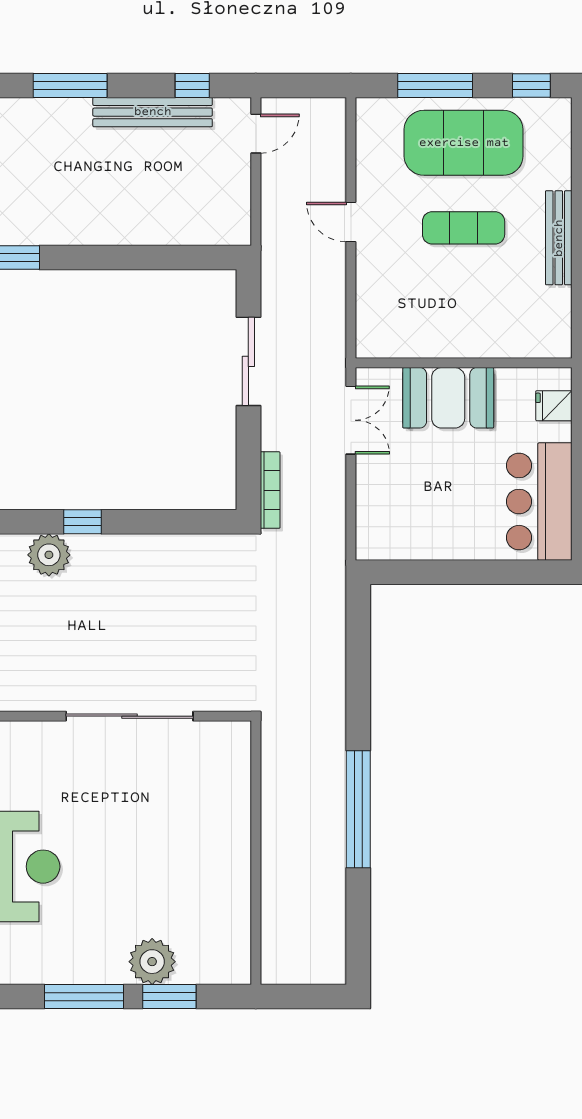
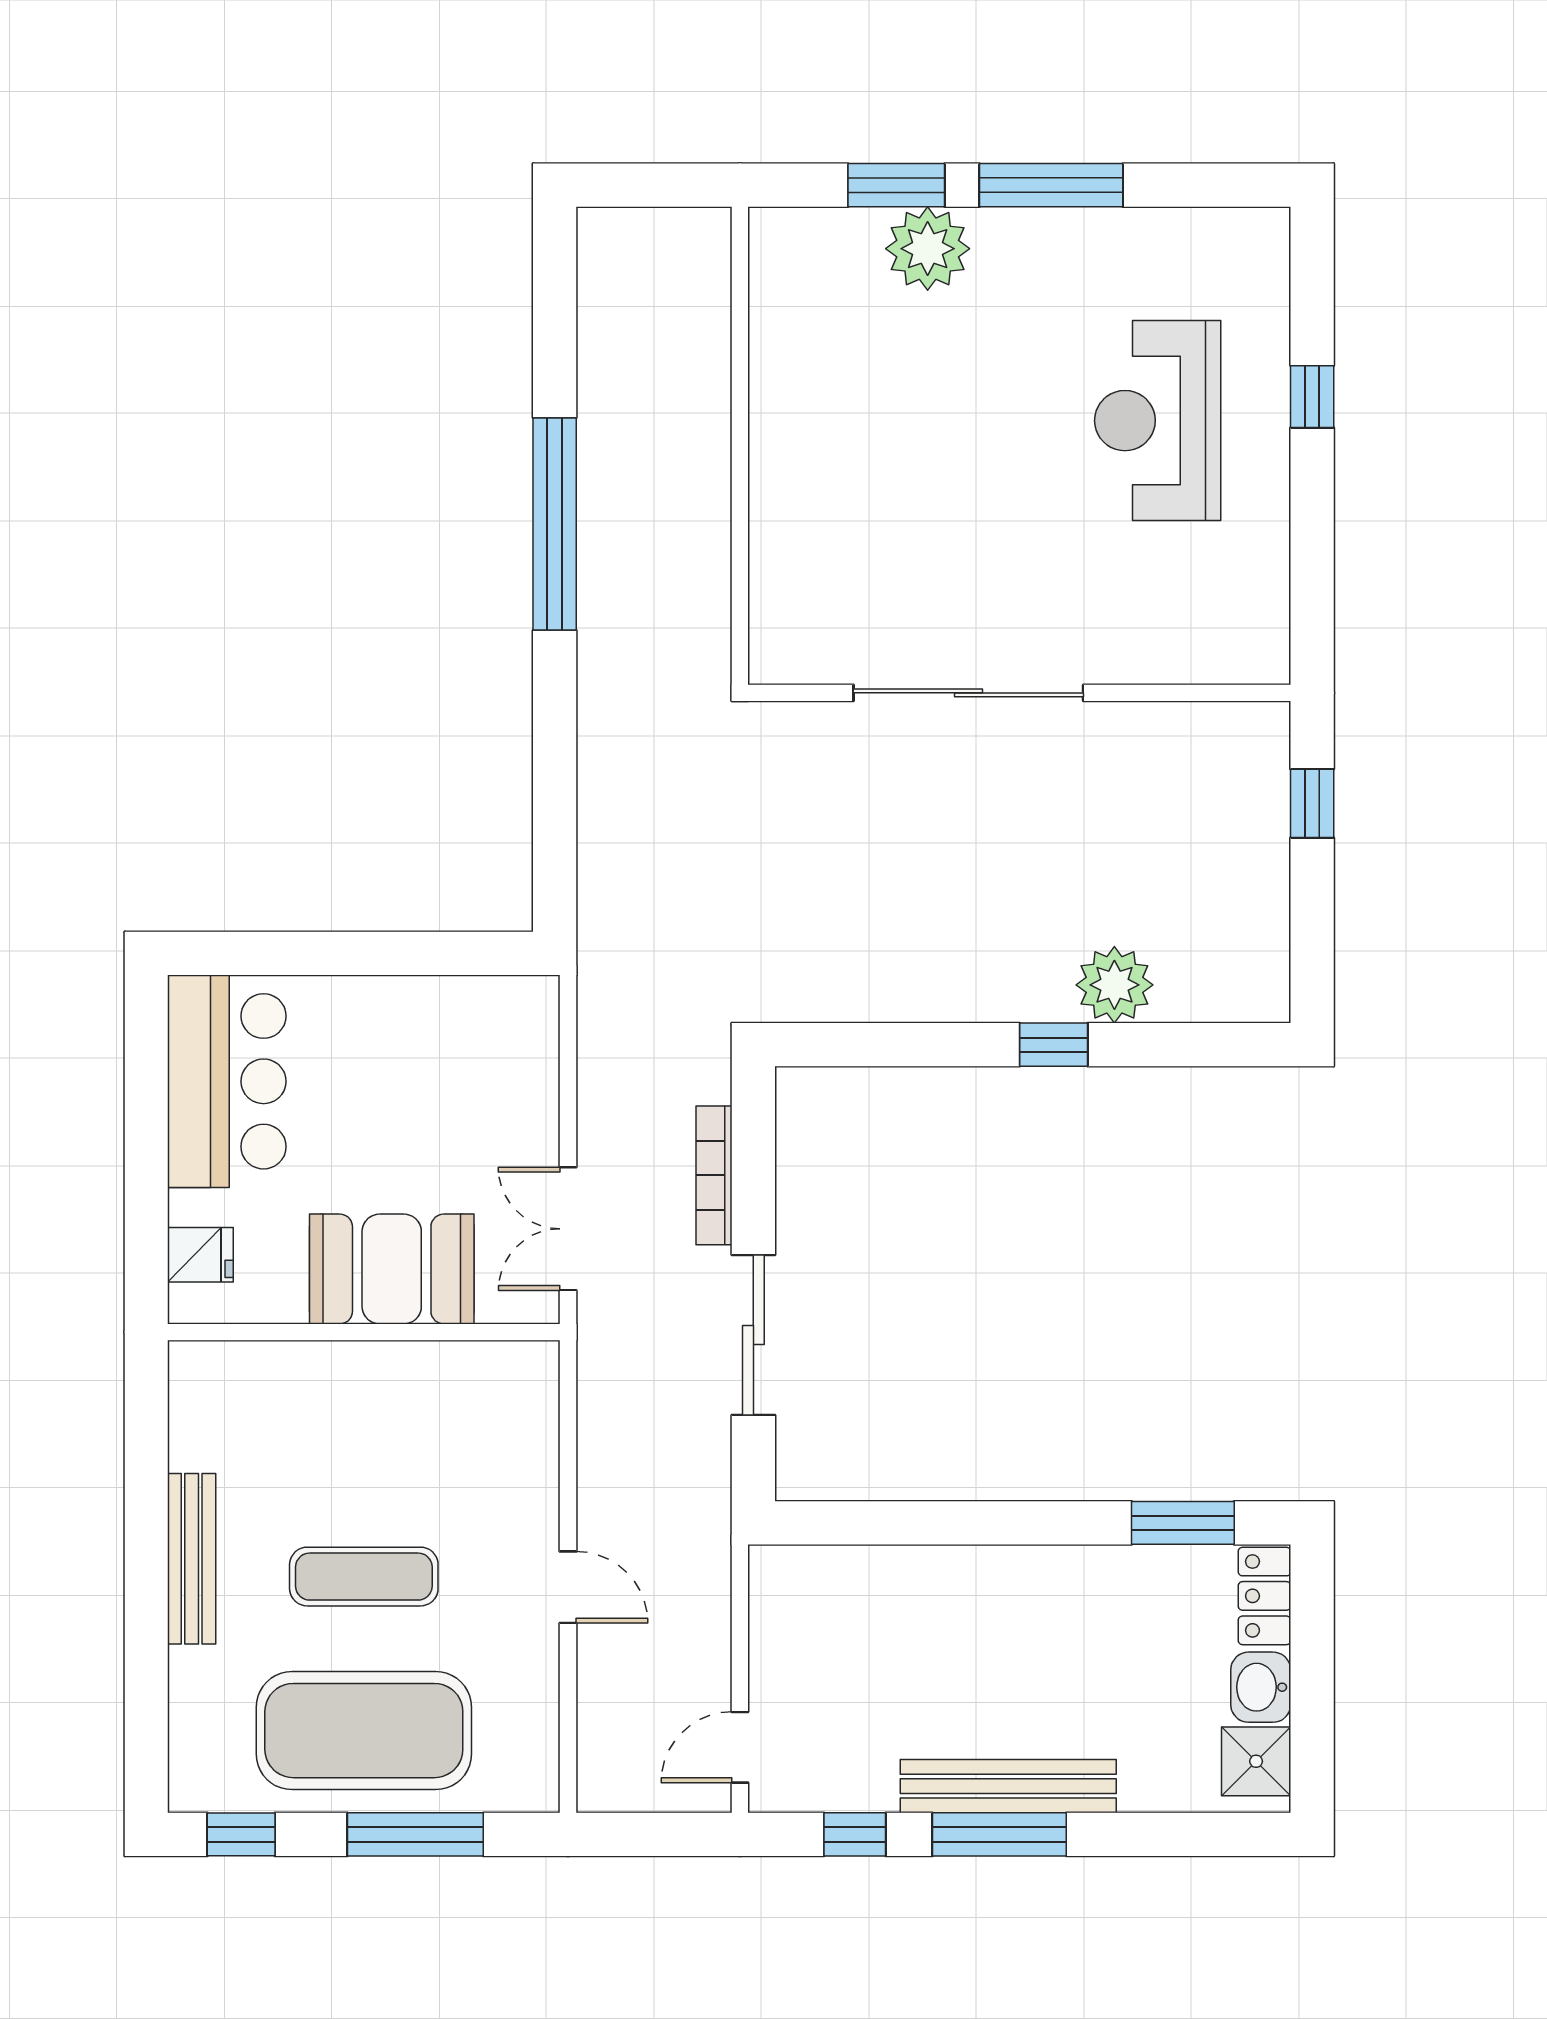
window: (70, 85) -> (999, 1834), moved
bench: (153, 112) -> (1008, 1786), moved
bookcase: (270, 490) -> (714, 1175), moved

